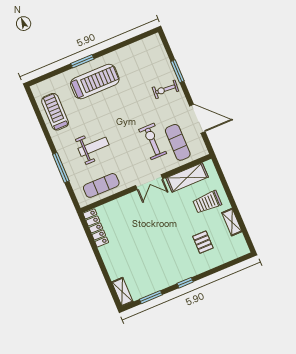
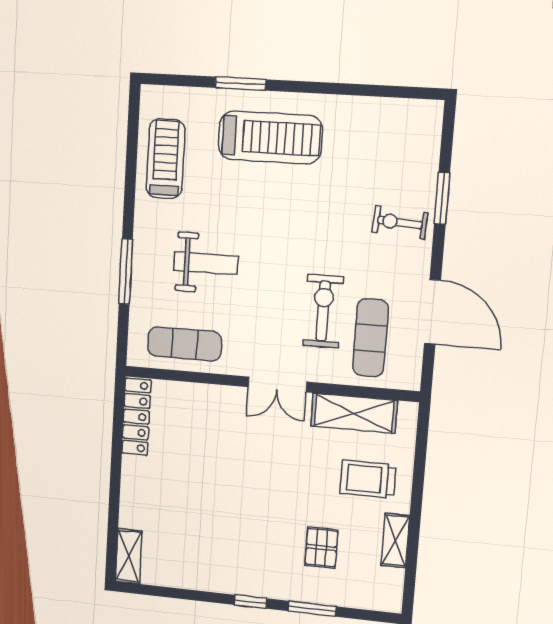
window: (82, 61) -> (241, 84), moved
window: (151, 297) -> (312, 609), moved

